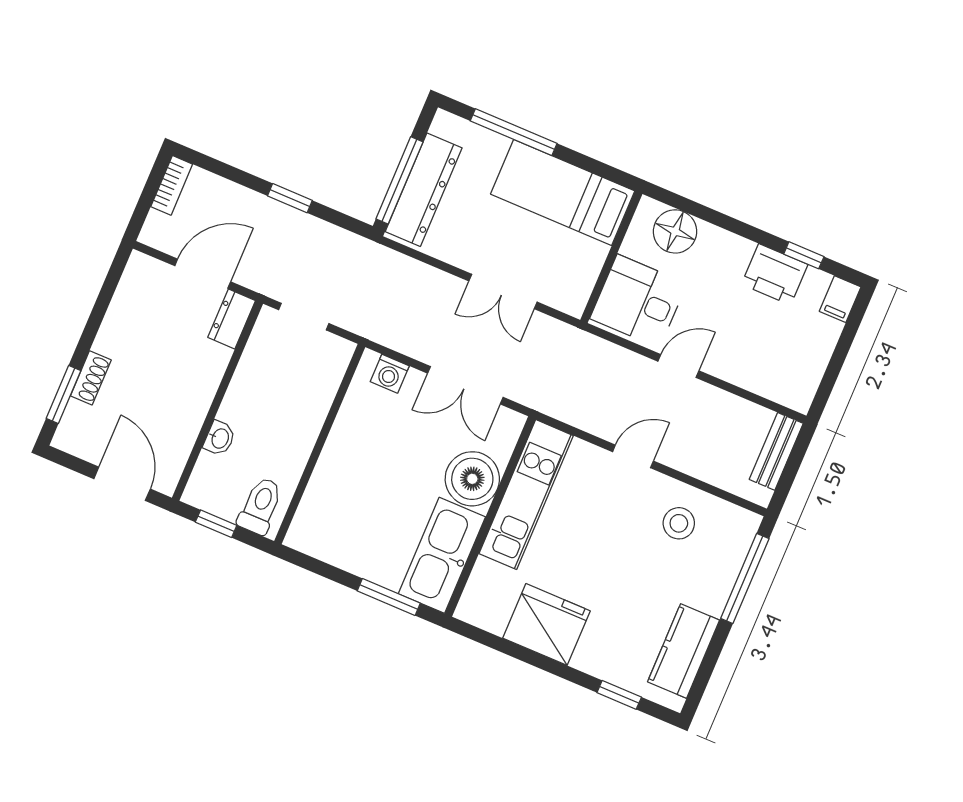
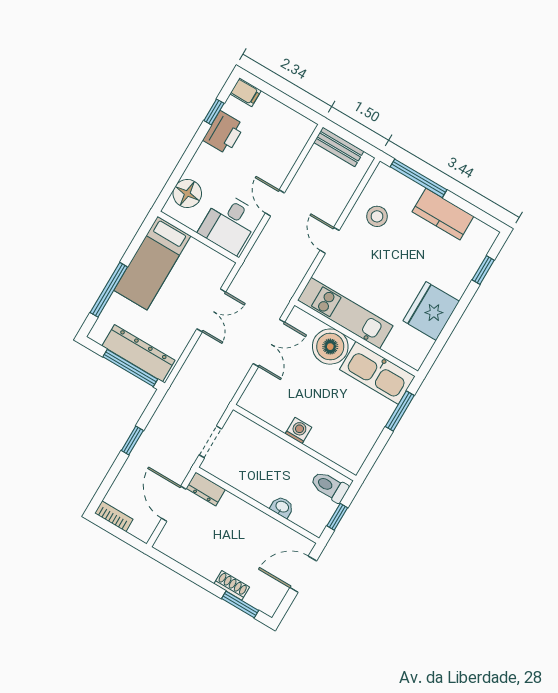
washing machine: (390, 374) -> (298, 430), moved, turned -90
kitchen counter: (684, 651) -> (443, 214), moved

